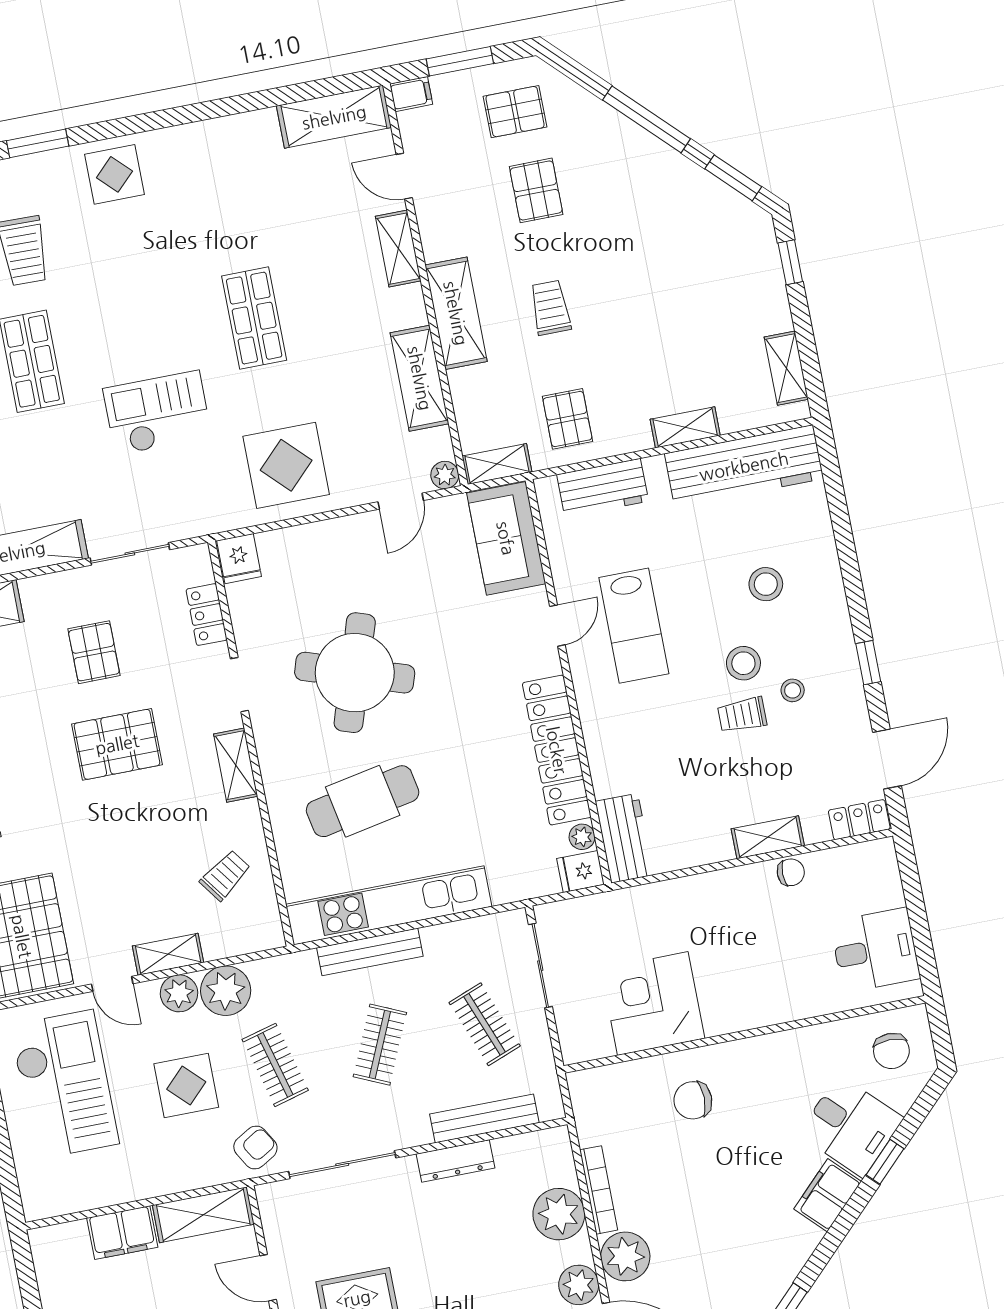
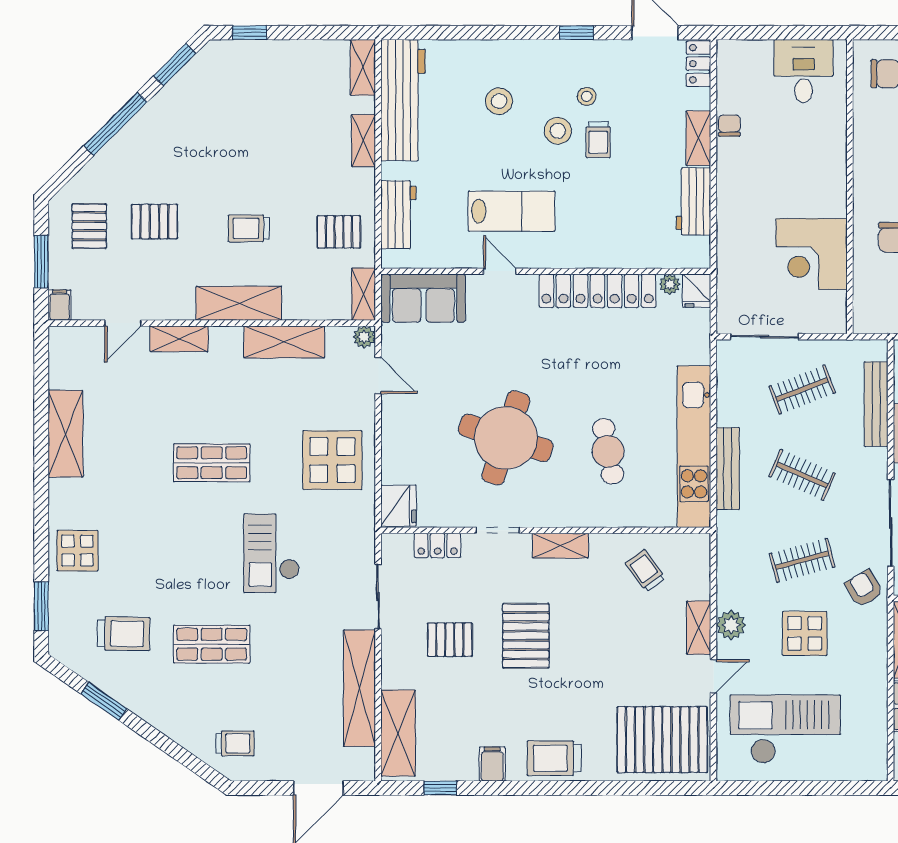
shelving: (334, 117) -> (65, 434), moved
shelving: (786, 368) -> (363, 67), moved, turned 90
fridge: (239, 559) -> (398, 506), width x1.38
cafe table: (363, 801) -> (608, 451), width x0.73, depth x0.74
workbench: (624, 838) -> (693, 201), moved, turned -90
plant: (226, 991) -> (736, 588), removed

